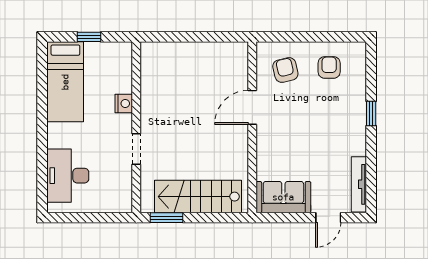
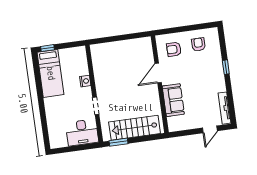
window: (89, 37) -> (47, 48), moved
armchair: (285, 70) -> (174, 49), turned -77
desk: (68, 176) -> (82, 132), moved, turned -90
sofa: (283, 197) -> (173, 100), moved, turned 90

